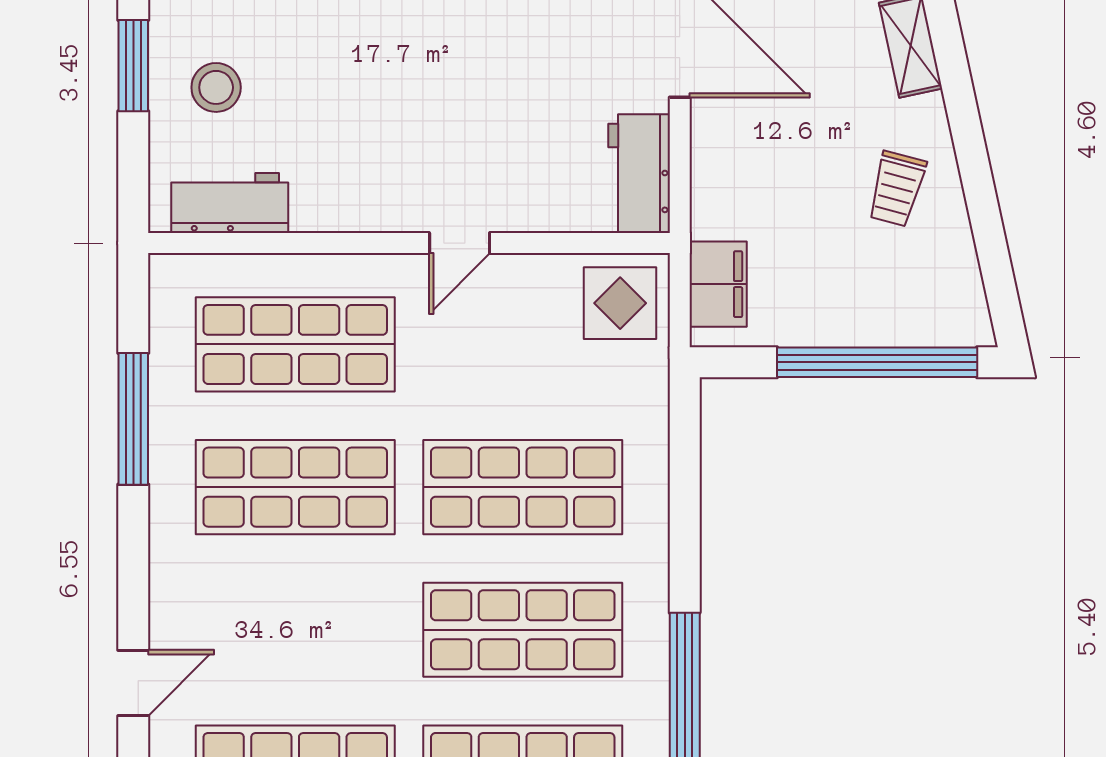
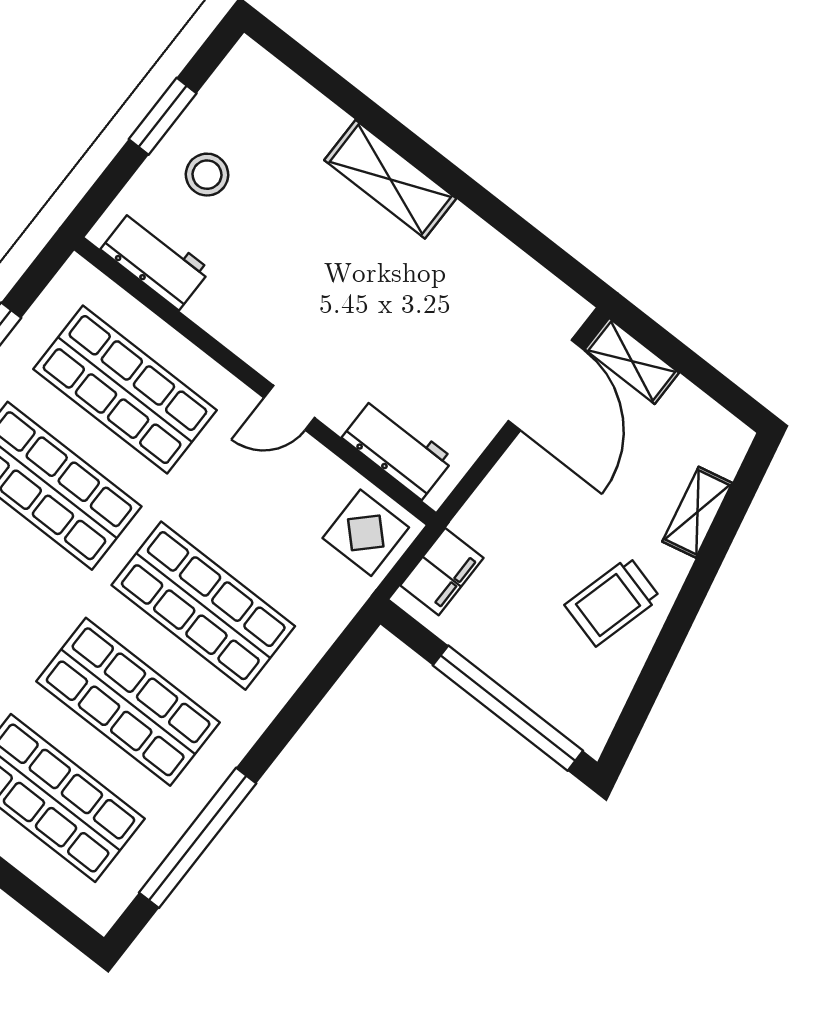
workbench: (639, 174) -> (398, 448), moved, turned 90
trolley: (897, 189) -> (613, 601), width x1.36, depth x1.39

